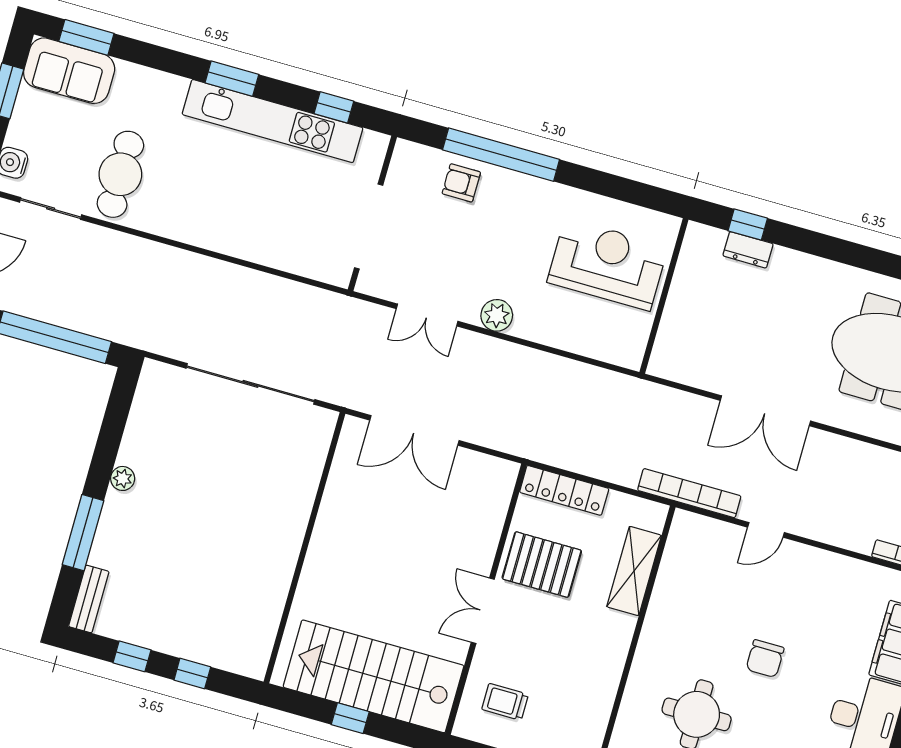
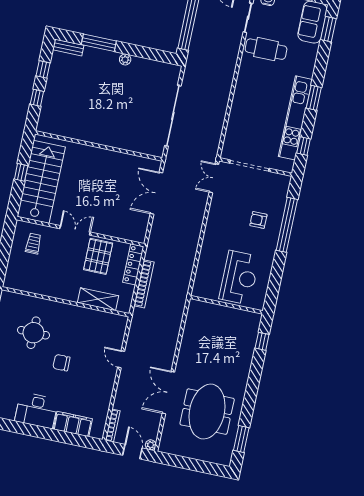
armchair: (461, 183) -> (258, 220), moved, turned -90
dresser: (748, 250) -> (250, 342), removed
double door: (427, 315) -> (214, 178), moved
plant: (497, 315) -> (212, 228), removed
double door: (765, 411) -> (168, 393), moved
bookcase: (689, 493) -> (144, 284), moved

